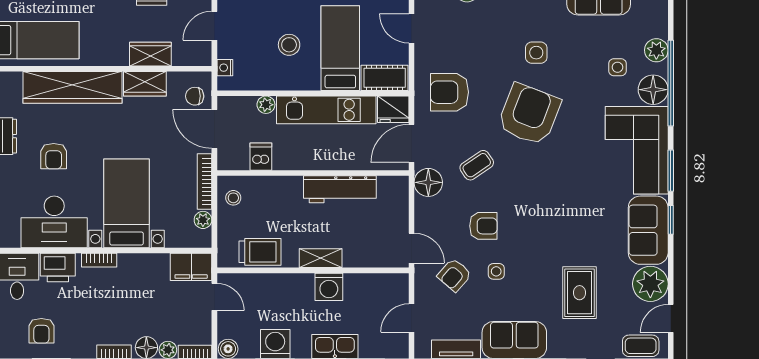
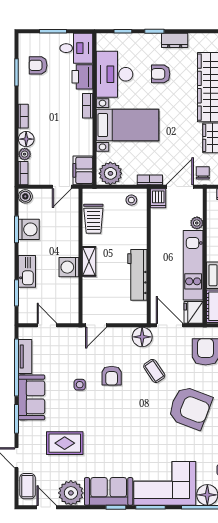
dishwasher: (261, 157) -> (158, 198), moved, turned 90
bookcase: (205, 182) -> (150, 180), width x0.64
plant: (203, 220) -> (110, 173), width x1.88, depth x1.88
armchair: (454, 275) -> (77, 355), removed

